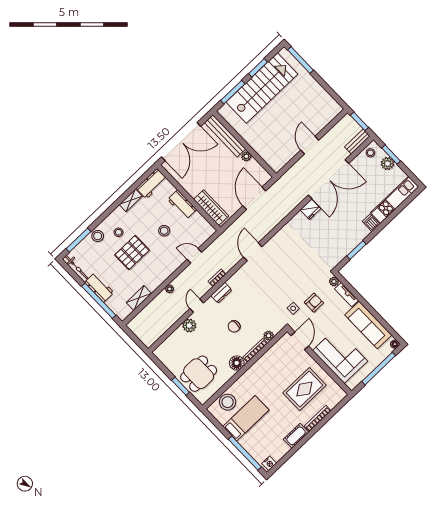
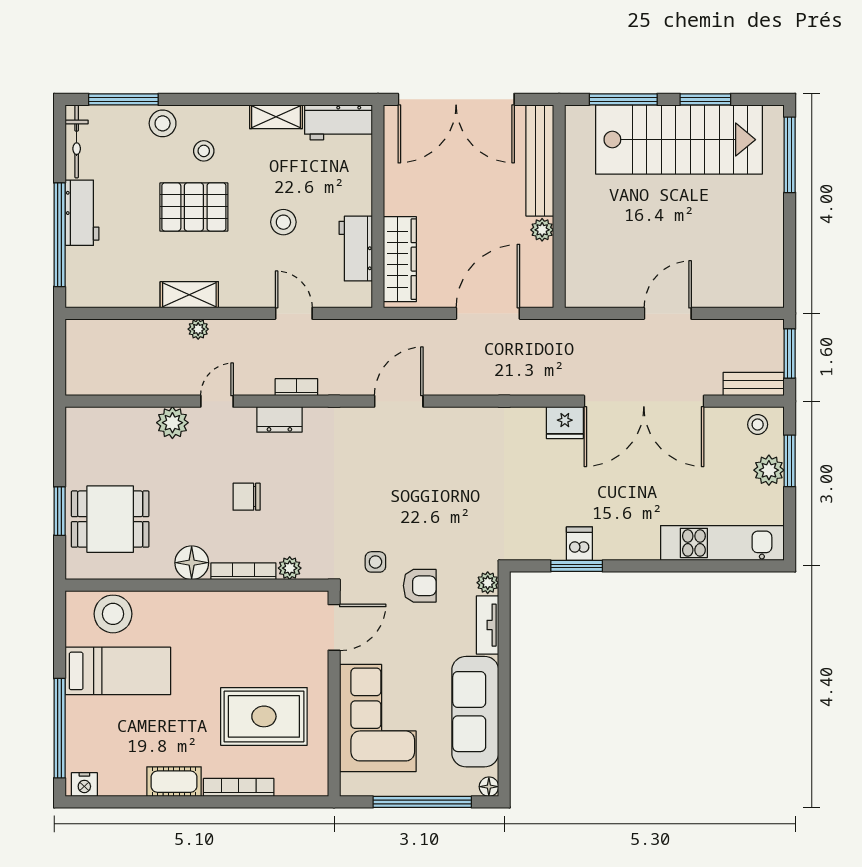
workbench: (182, 205) -> (356, 249), moved
dishwasher: (371, 223) -> (579, 544), moved
shelving: (139, 298) -> (189, 295), moved

